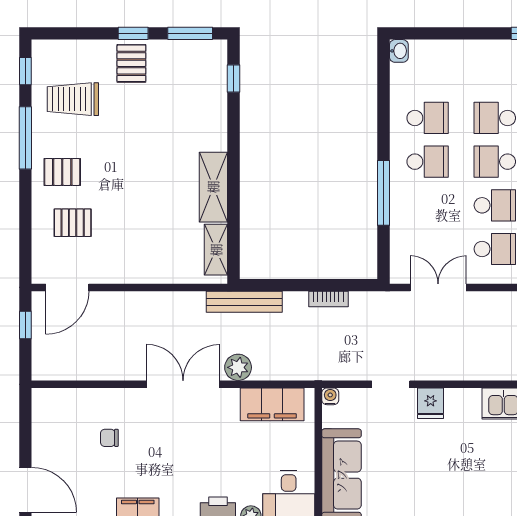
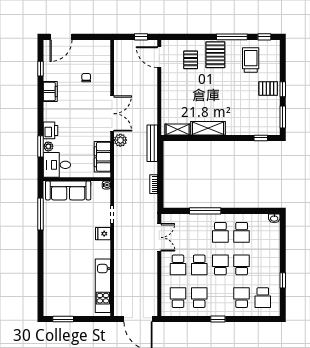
pallet: (62, 172) -> (215, 55), width x1.50, depth x1.42

